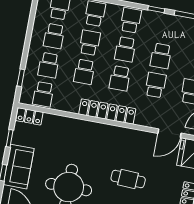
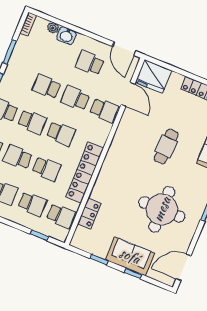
school desk: (161, 56) -> (47, 87), turned 180
locker: (107, 112) -> (85, 172), moved
school desk: (150, 114) -> (104, 110), added
locker: (29, 116) -> (89, 214), moved

